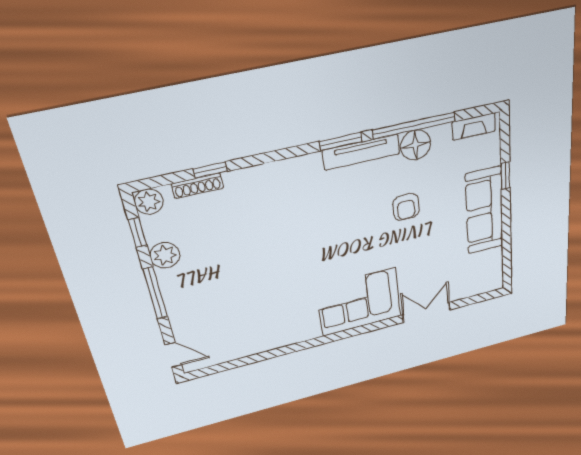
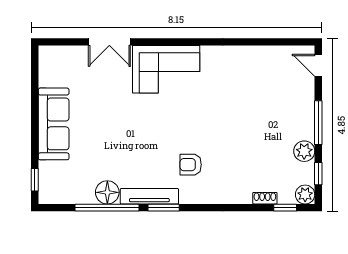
fireplace: (474, 127) -> (60, 197), removed
window: (210, 170) -> (285, 208), moved
window: (505, 176) -> (35, 180), moved
shoe rack: (198, 186) -> (265, 198), width x0.70
armchair: (406, 207) -> (191, 165), moved, turned -90

